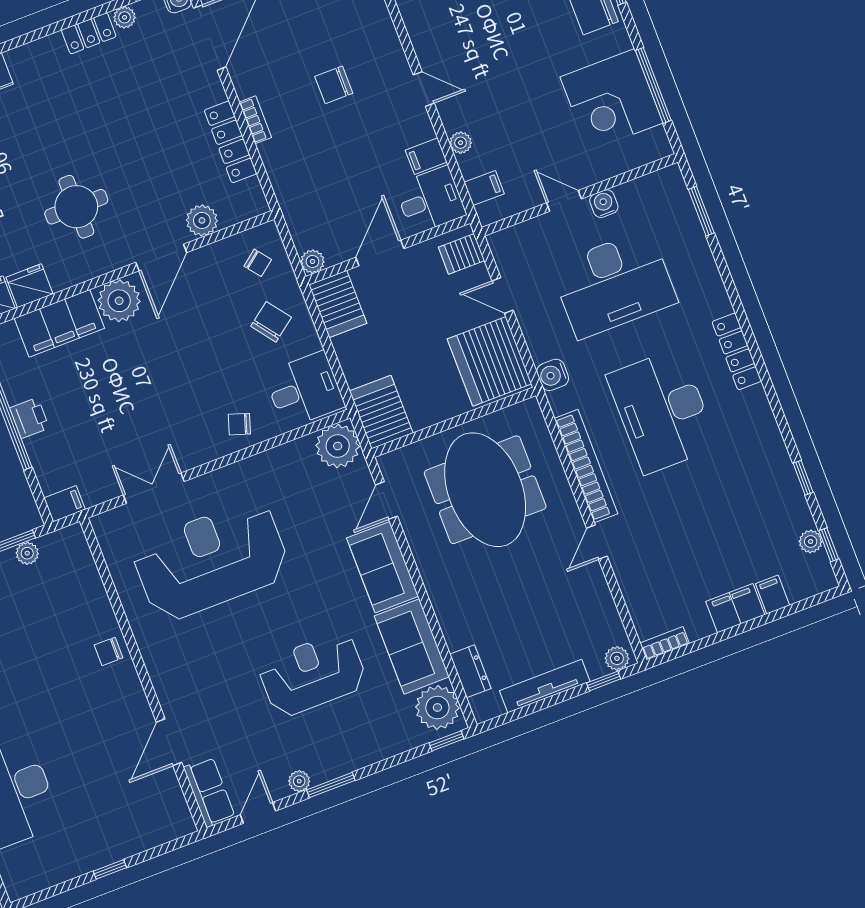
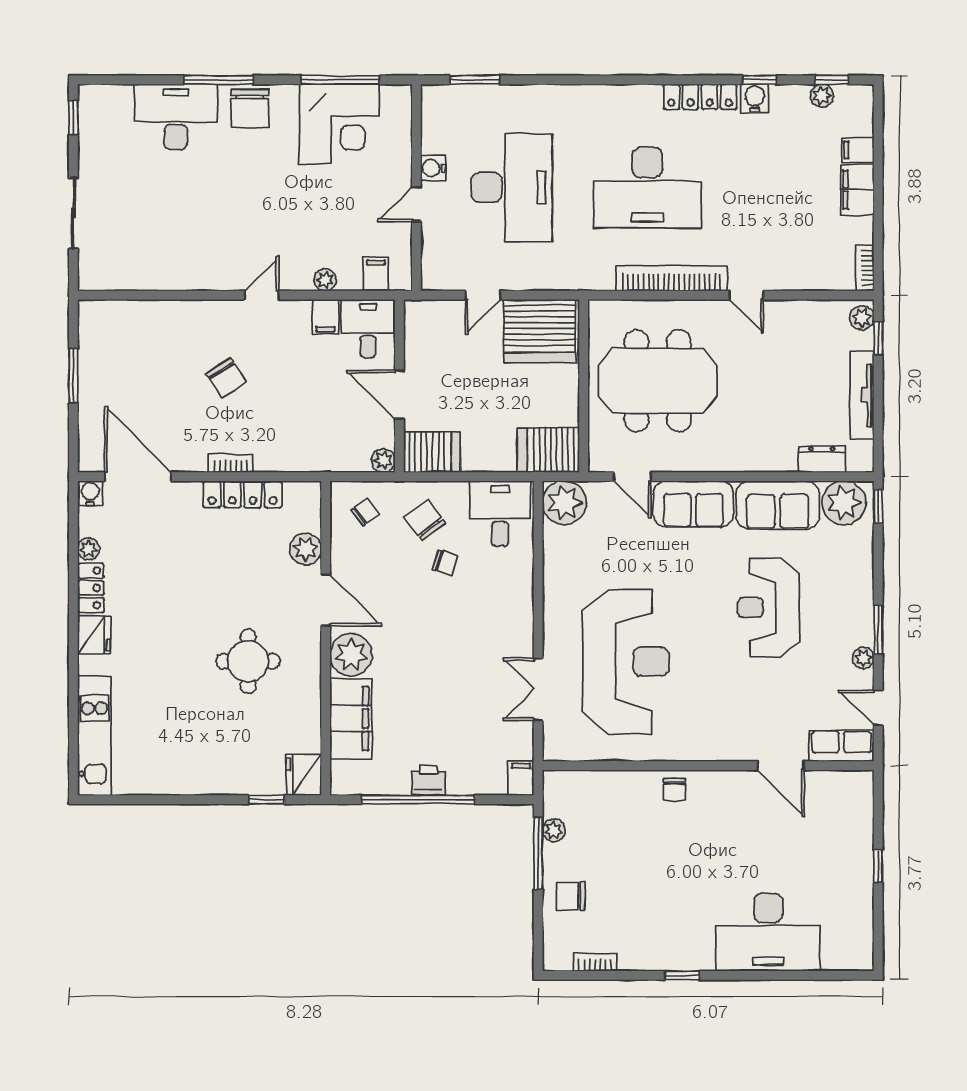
chair: (334, 85) -> (226, 378), turned -33
server rack: (462, 254) -> (429, 319), removed
fridge: (29, 286) -> (94, 635), moved, turned 180
locker: (737, 351) -> (700, 97), moved
water cooler: (553, 375) -> (755, 98), moved, turned 180
chair: (239, 424) -> (445, 563), moved, turned -89
reception desk: (211, 560) -> (626, 662), turned 180

